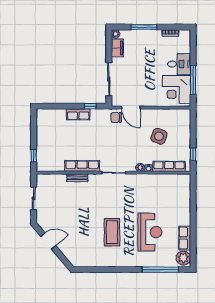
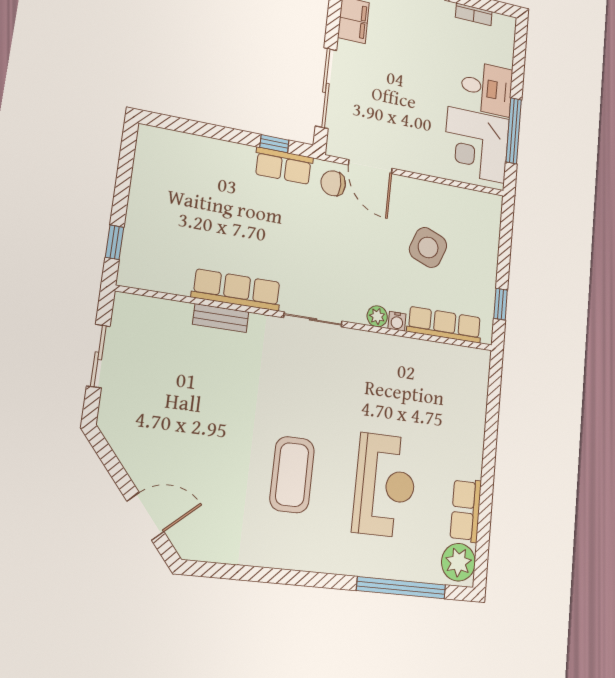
row of seats: (78, 114) -> (284, 166), moved
door: (48, 241) -> (145, 516), moved

